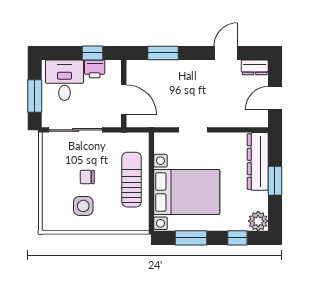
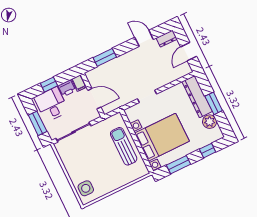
window: (93, 53) -> (49, 85), moved
door: (226, 53) -> (144, 38), hinge flipped
filing cabinet: (114, 70) -> (79, 83), added
chair: (87, 177) -> (95, 158), removed
side table: (83, 206) -> (86, 188), moved
plant: (258, 221) -> (210, 122), moved

